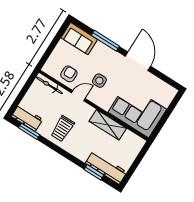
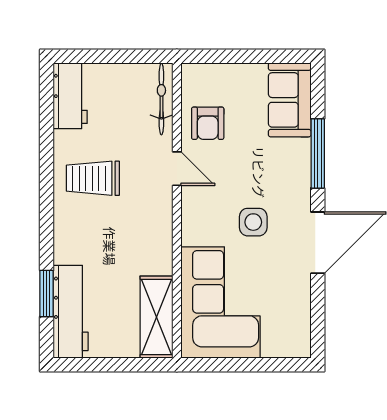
armchair: (69, 74) -> (208, 123), turned 90
side table: (99, 81) -> (253, 222), moved
shelving: (108, 125) -> (156, 317), moved
window: (29, 131) -> (47, 116), removed

